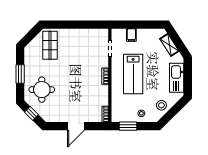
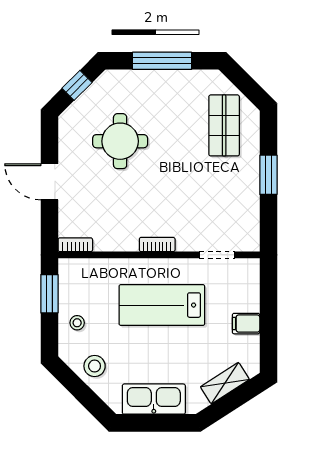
window: (73, 25) -> (268, 175), added
filing cabinet: (131, 35) -> (246, 324), moved
shop shelf: (50, 45) -> (224, 125), turned 90
window: (20, 74) -> (162, 61), width x1.44
round table: (42, 90) -> (120, 141), moved

